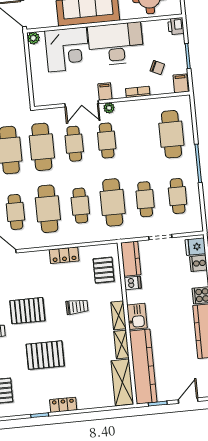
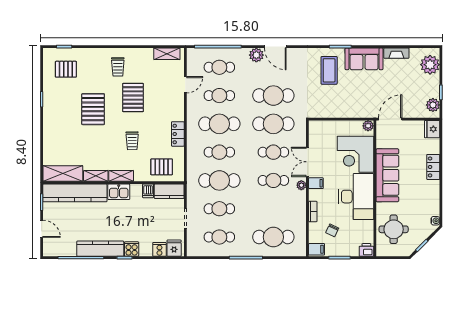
locker: (63, 405) -> (49, 120), removed

